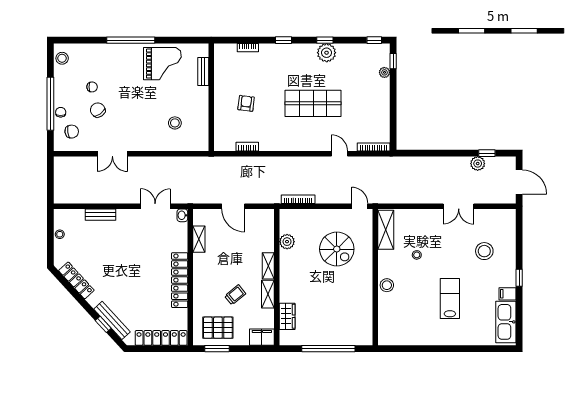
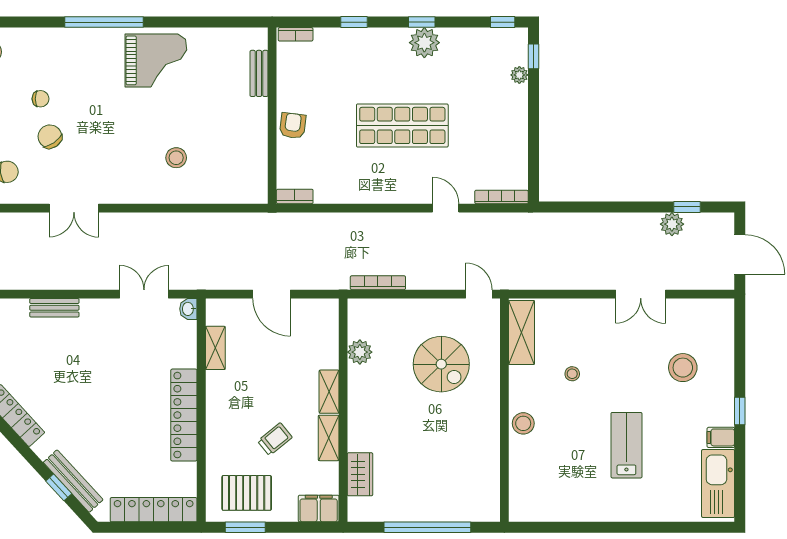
bench: (203, 71) -> (259, 73), moved
wall: (211, 97) -> (272, 116), moved

